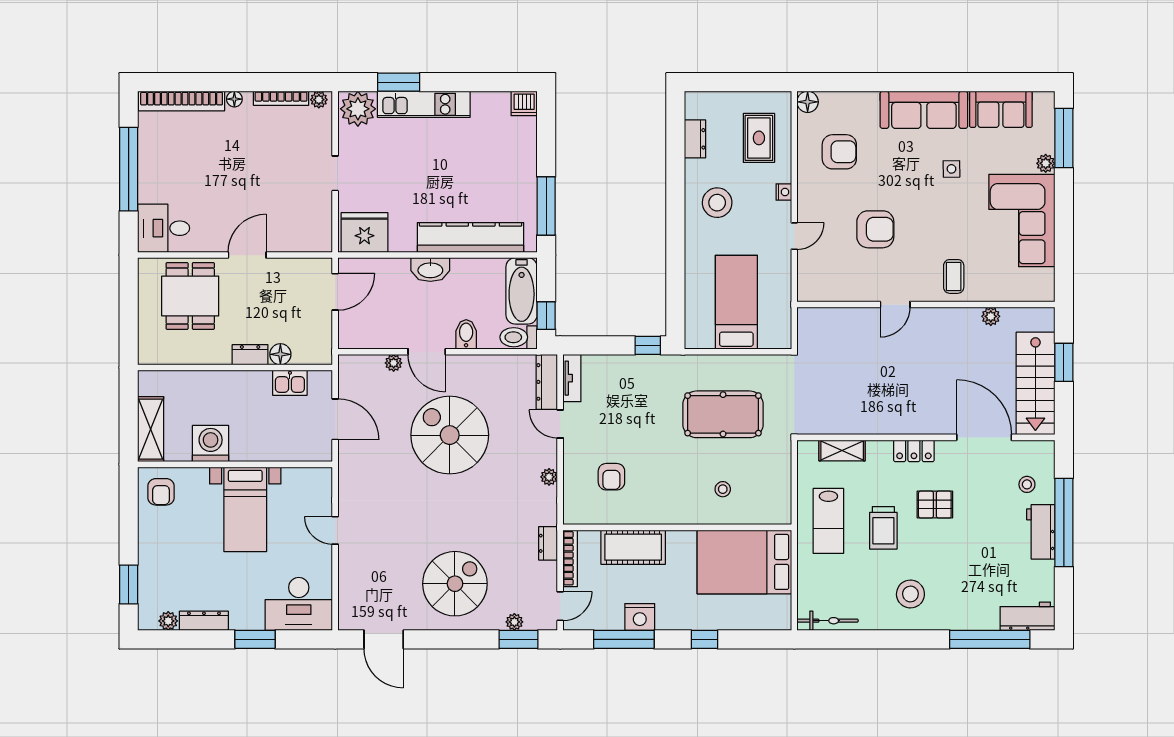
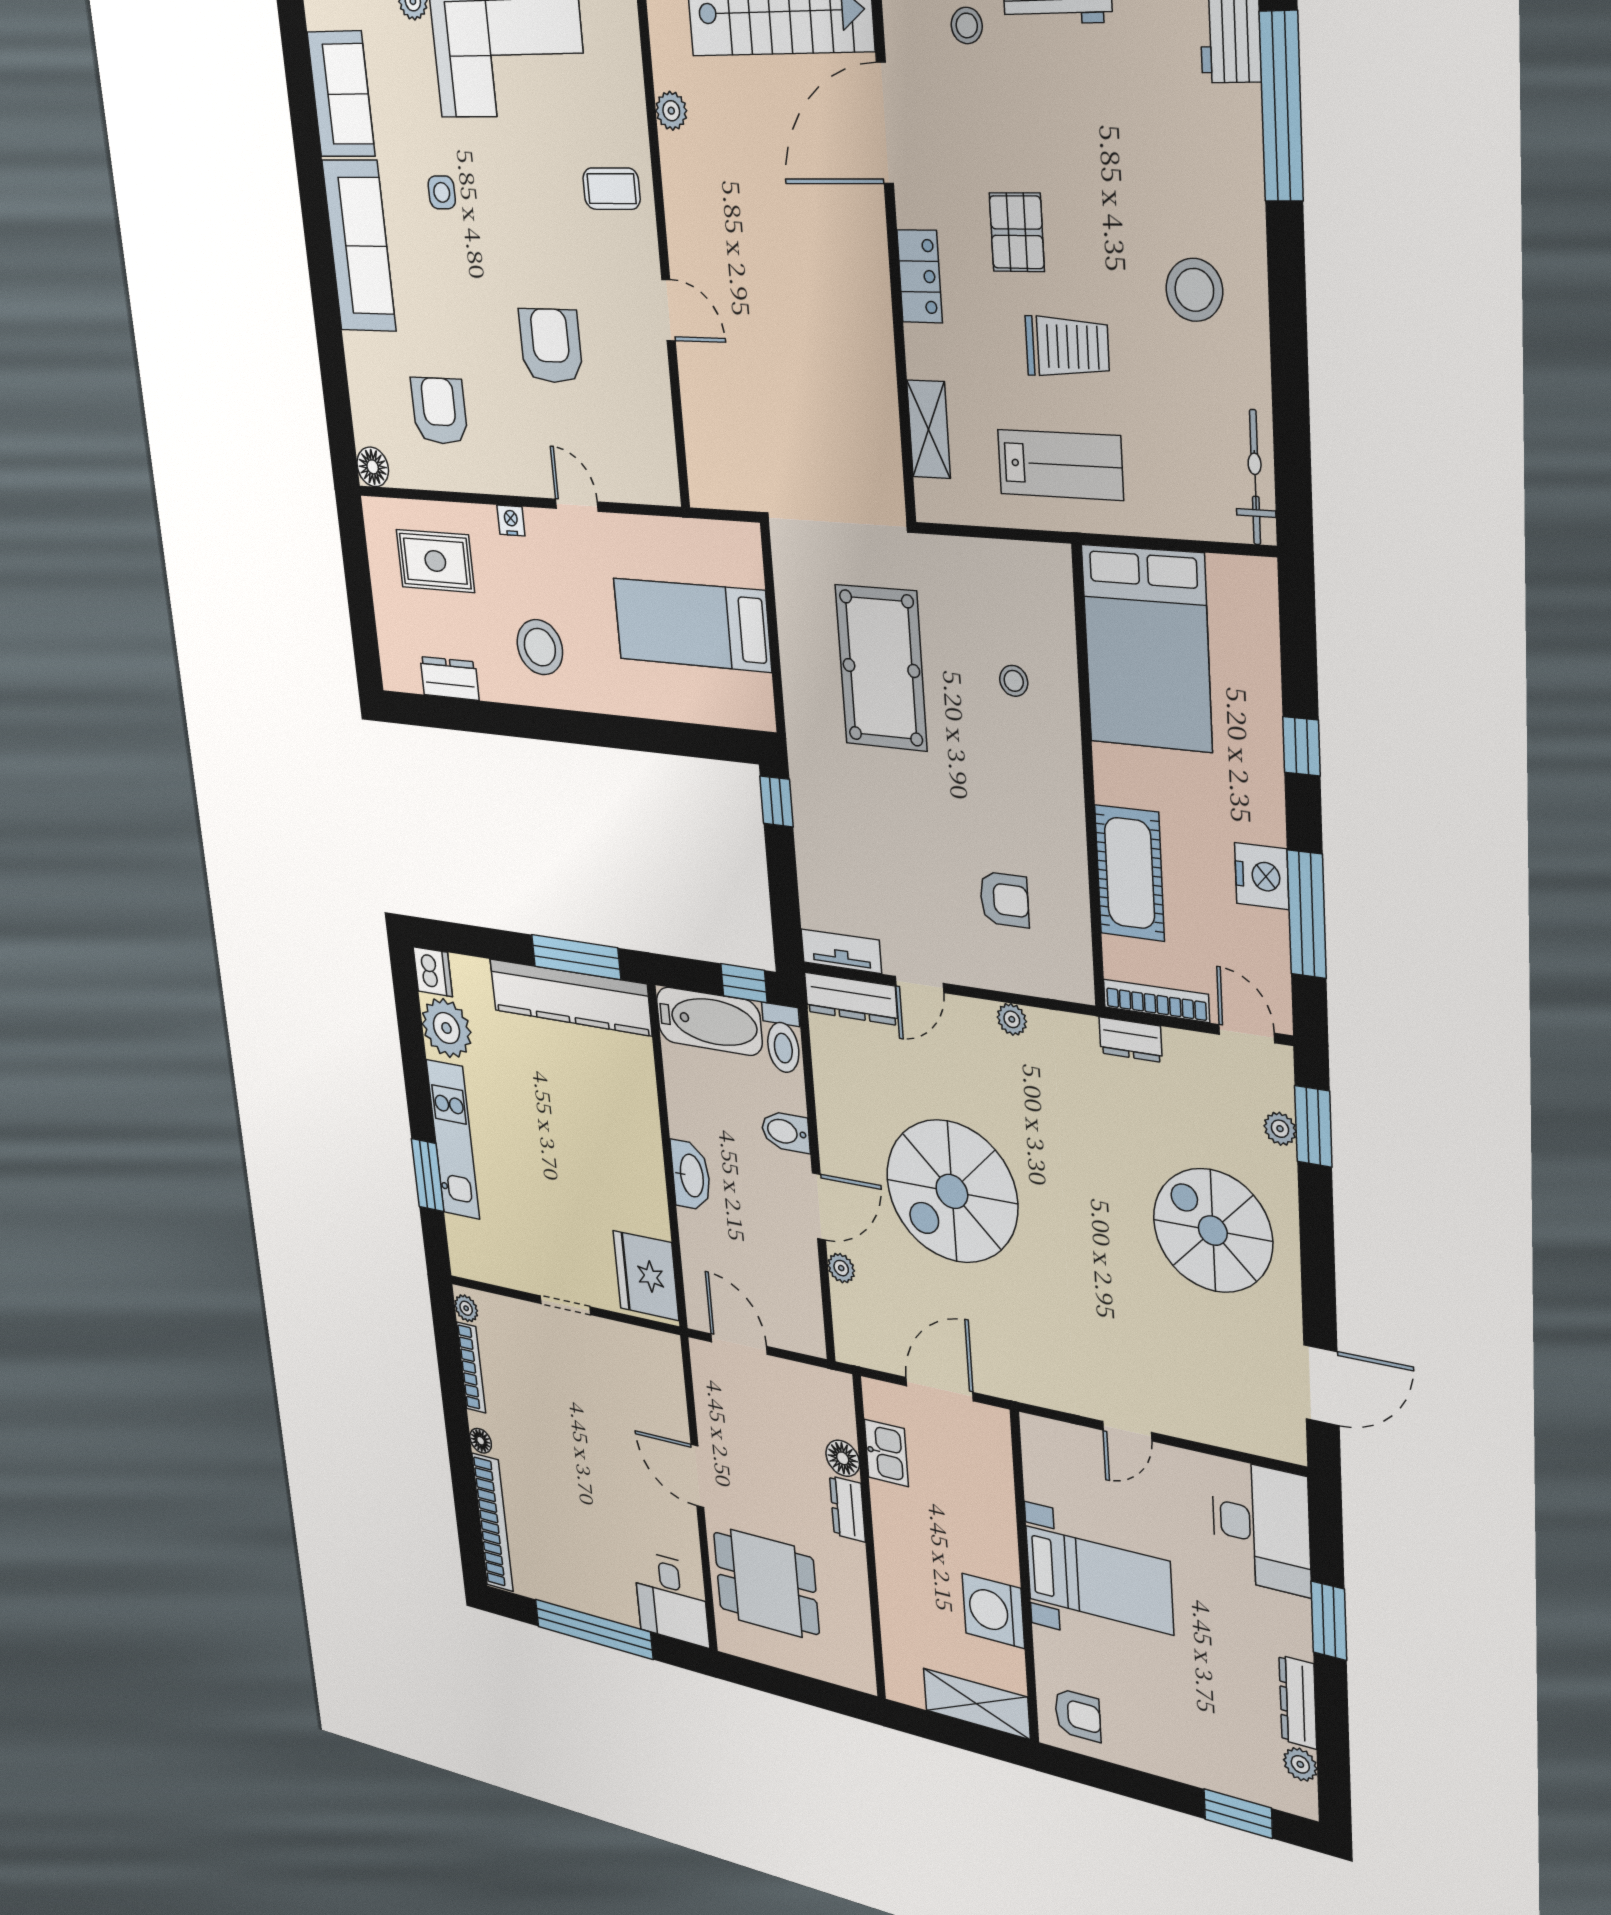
plant: (358, 109) -> (446, 1028), moved
kitchen counter: (471, 237) -> (570, 997), moved, turned -90

